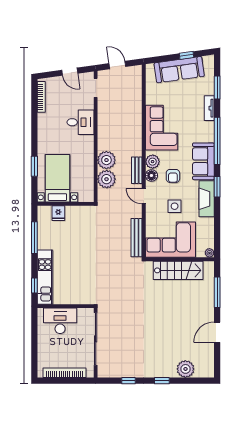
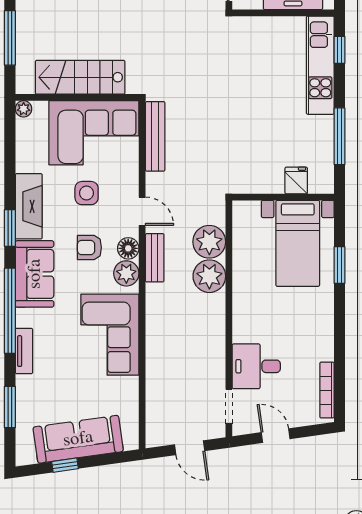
tv unit: (209, 108) -> (24, 351), moved
desk: (80, 122) -> (256, 366), moved
armchair: (173, 176) -> (89, 248), turned -90

